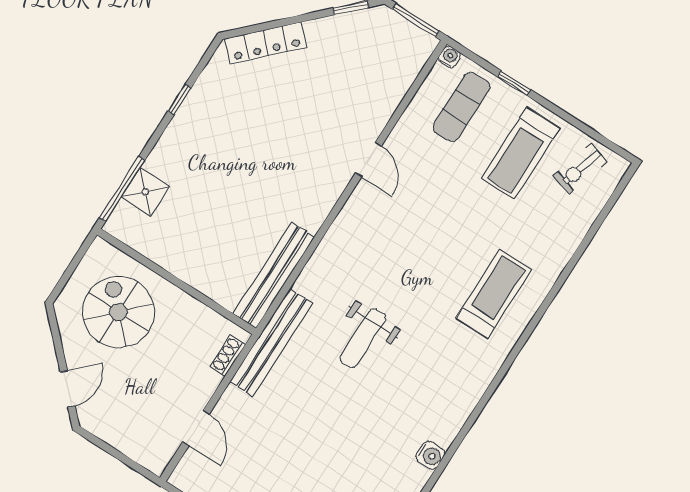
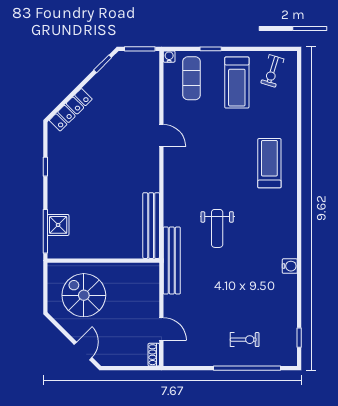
shoe rack: (228, 356) -> (154, 355), moved

